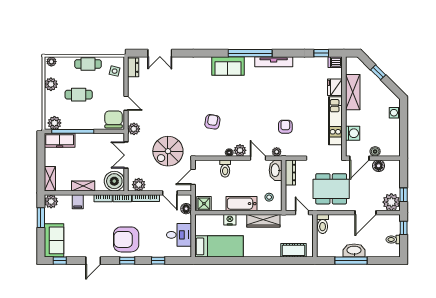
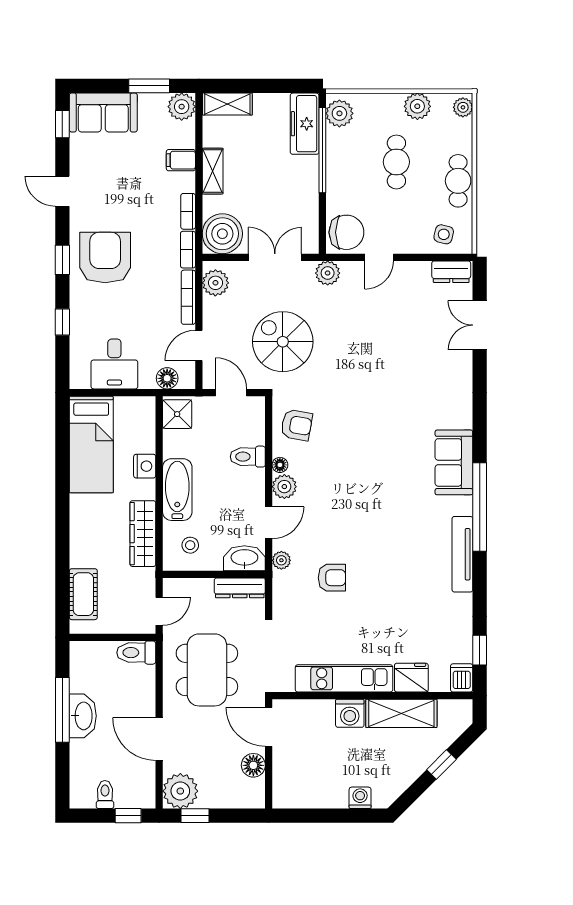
armchair: (212, 122) -> (297, 425), moved
washing machine: (353, 133) -> (350, 713), moved
boiler: (375, 151) -> (282, 758), removed

